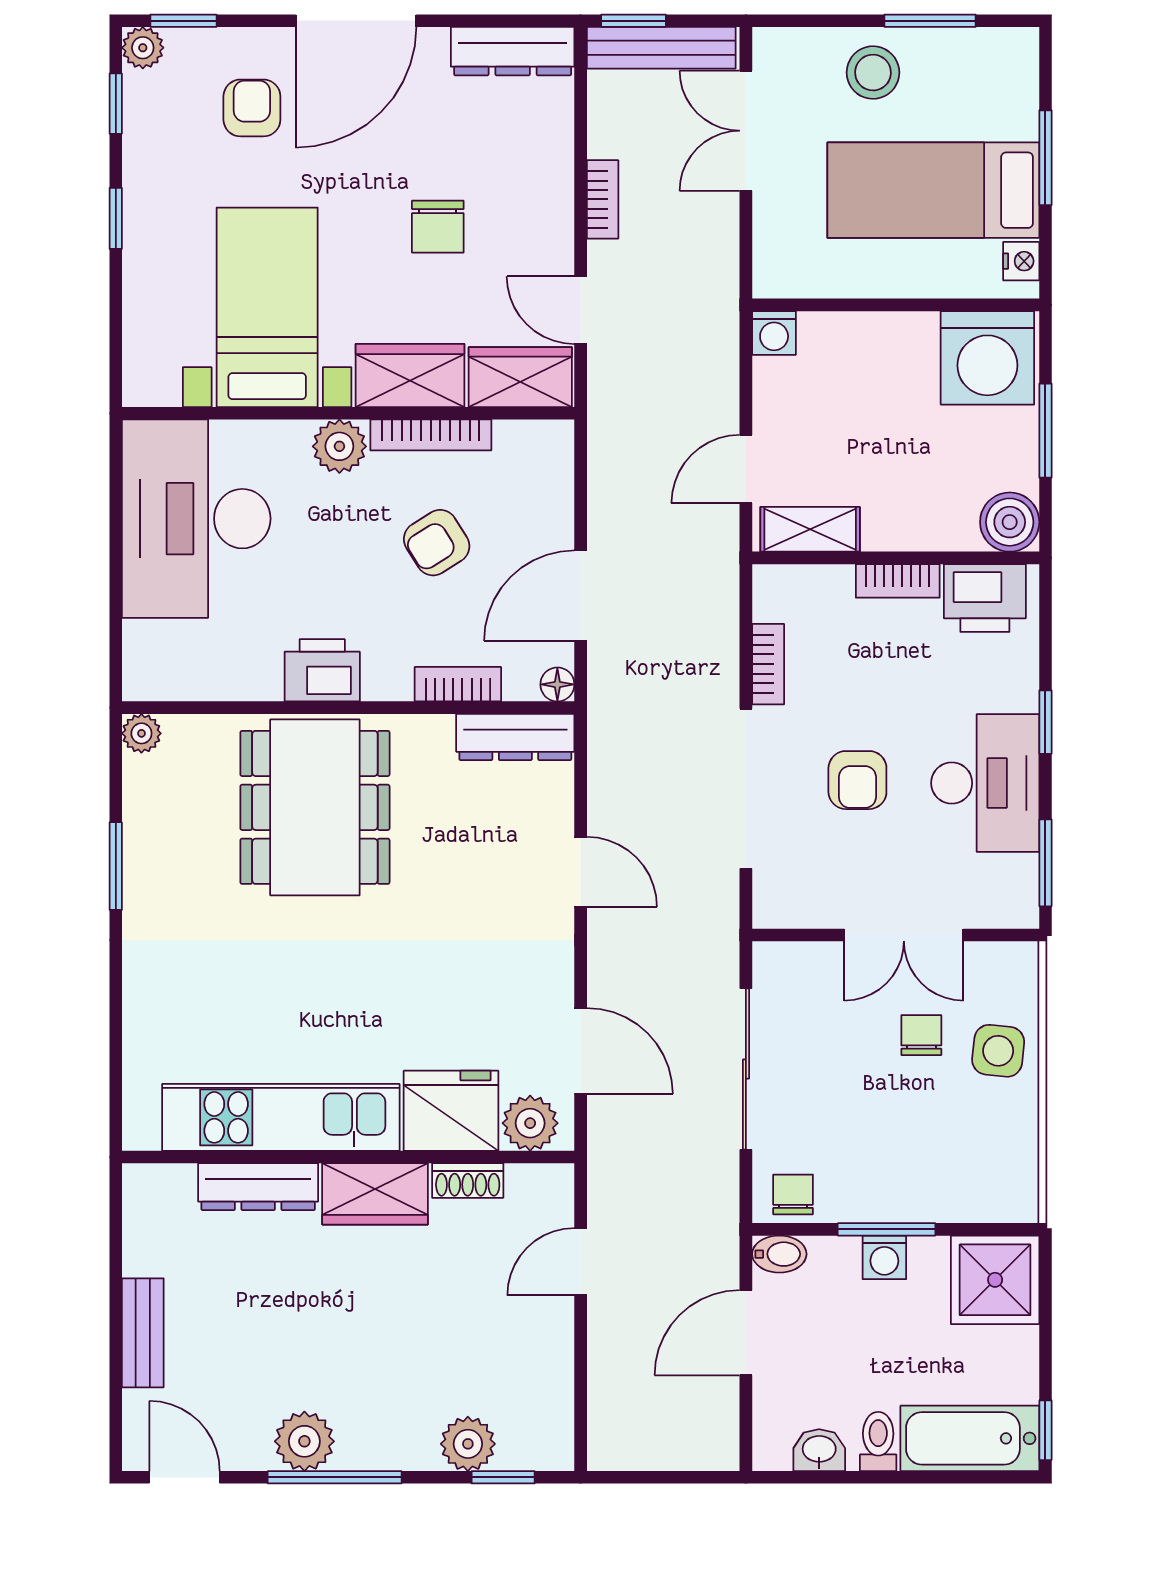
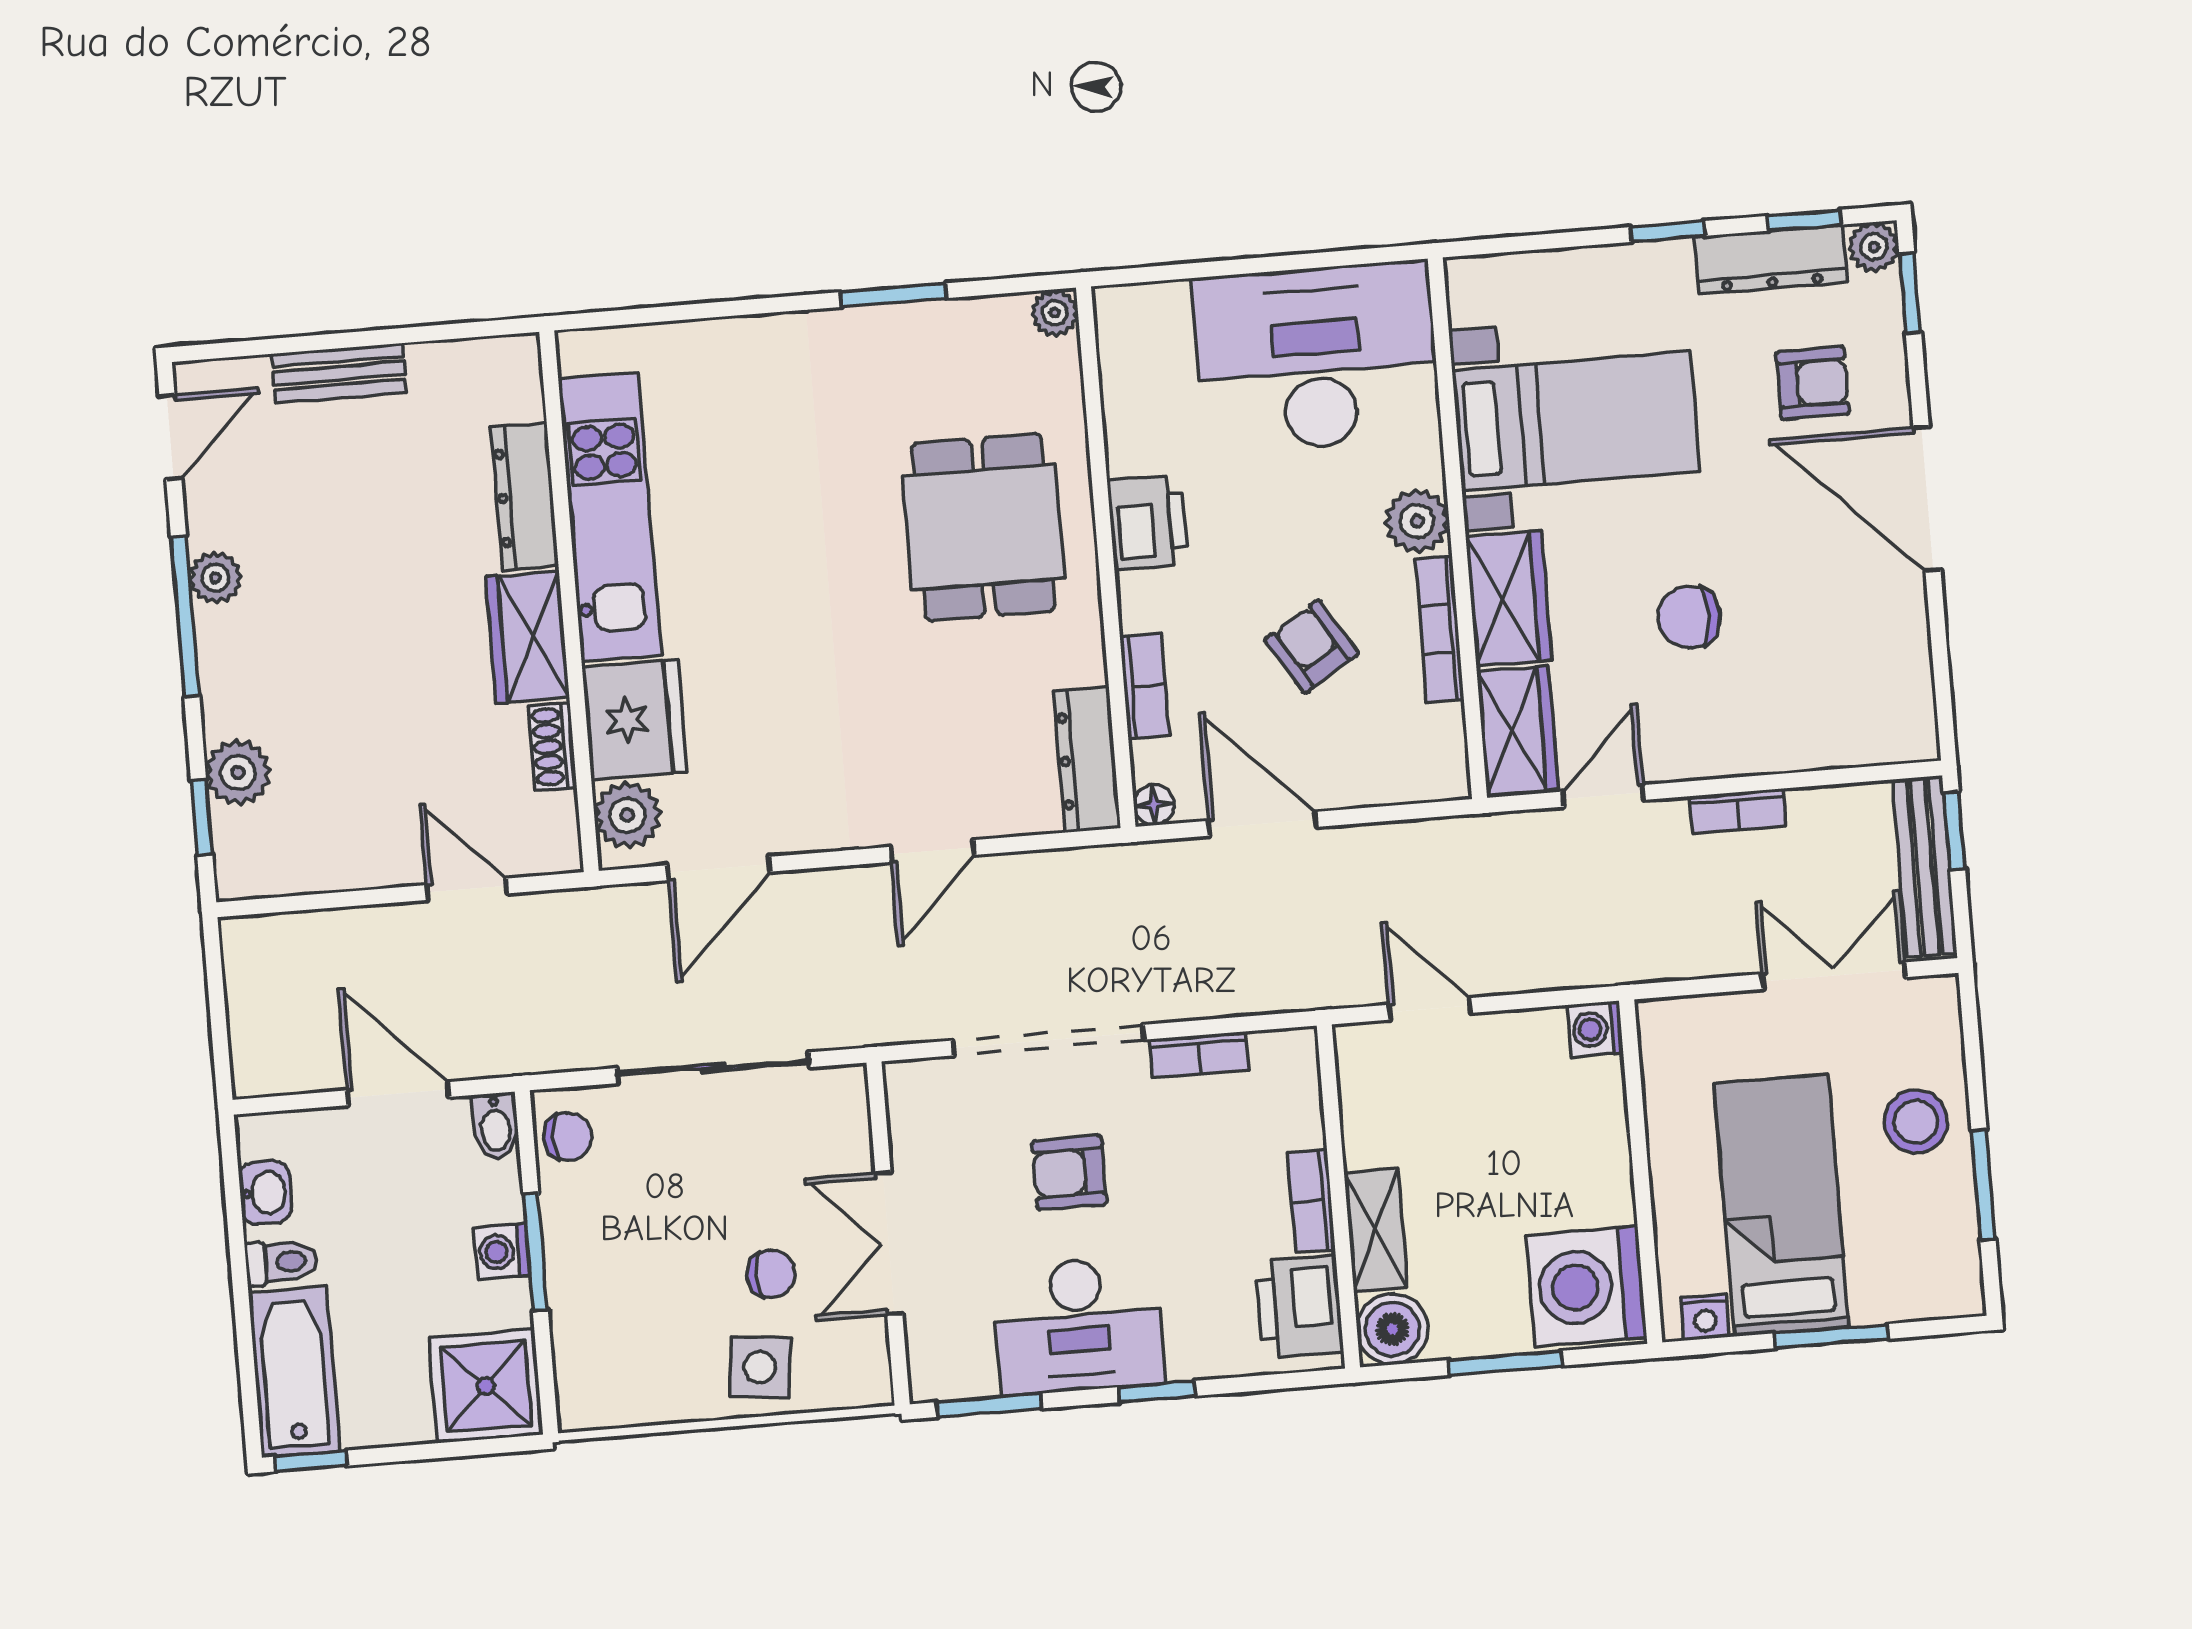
dresser: (513, 51) -> (1771, 260), moved, turned -90
shelving: (810, 529) -> (1376, 1230), moved
dining table: (315, 807) -> (983, 527), width x0.73
plant: (304, 1441) -> (215, 578), width x0.73, depth x0.73

